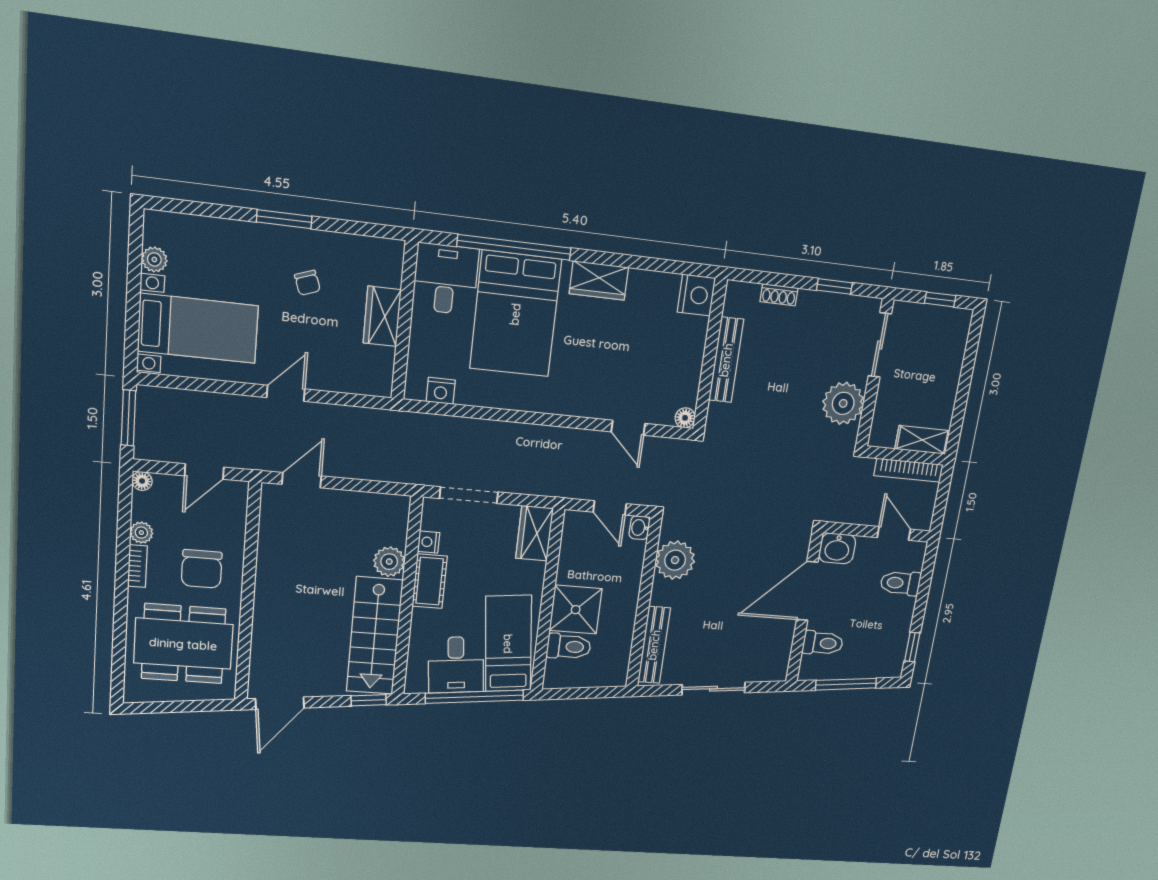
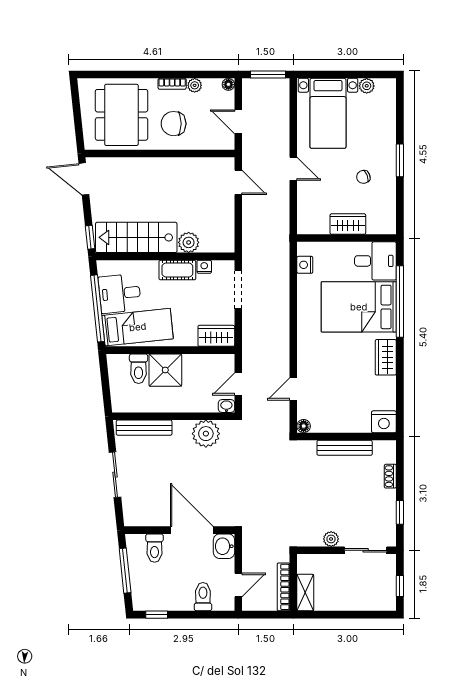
plant: (843, 403) -> (331, 539), width x0.53, depth x0.53

